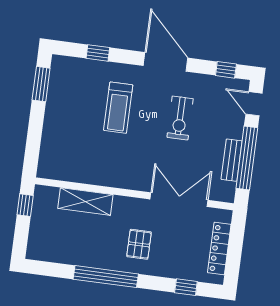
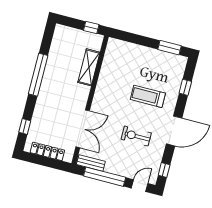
bench: (232, 160) -> (91, 163), moved
pallet: (139, 244) -> (57, 99), removed

